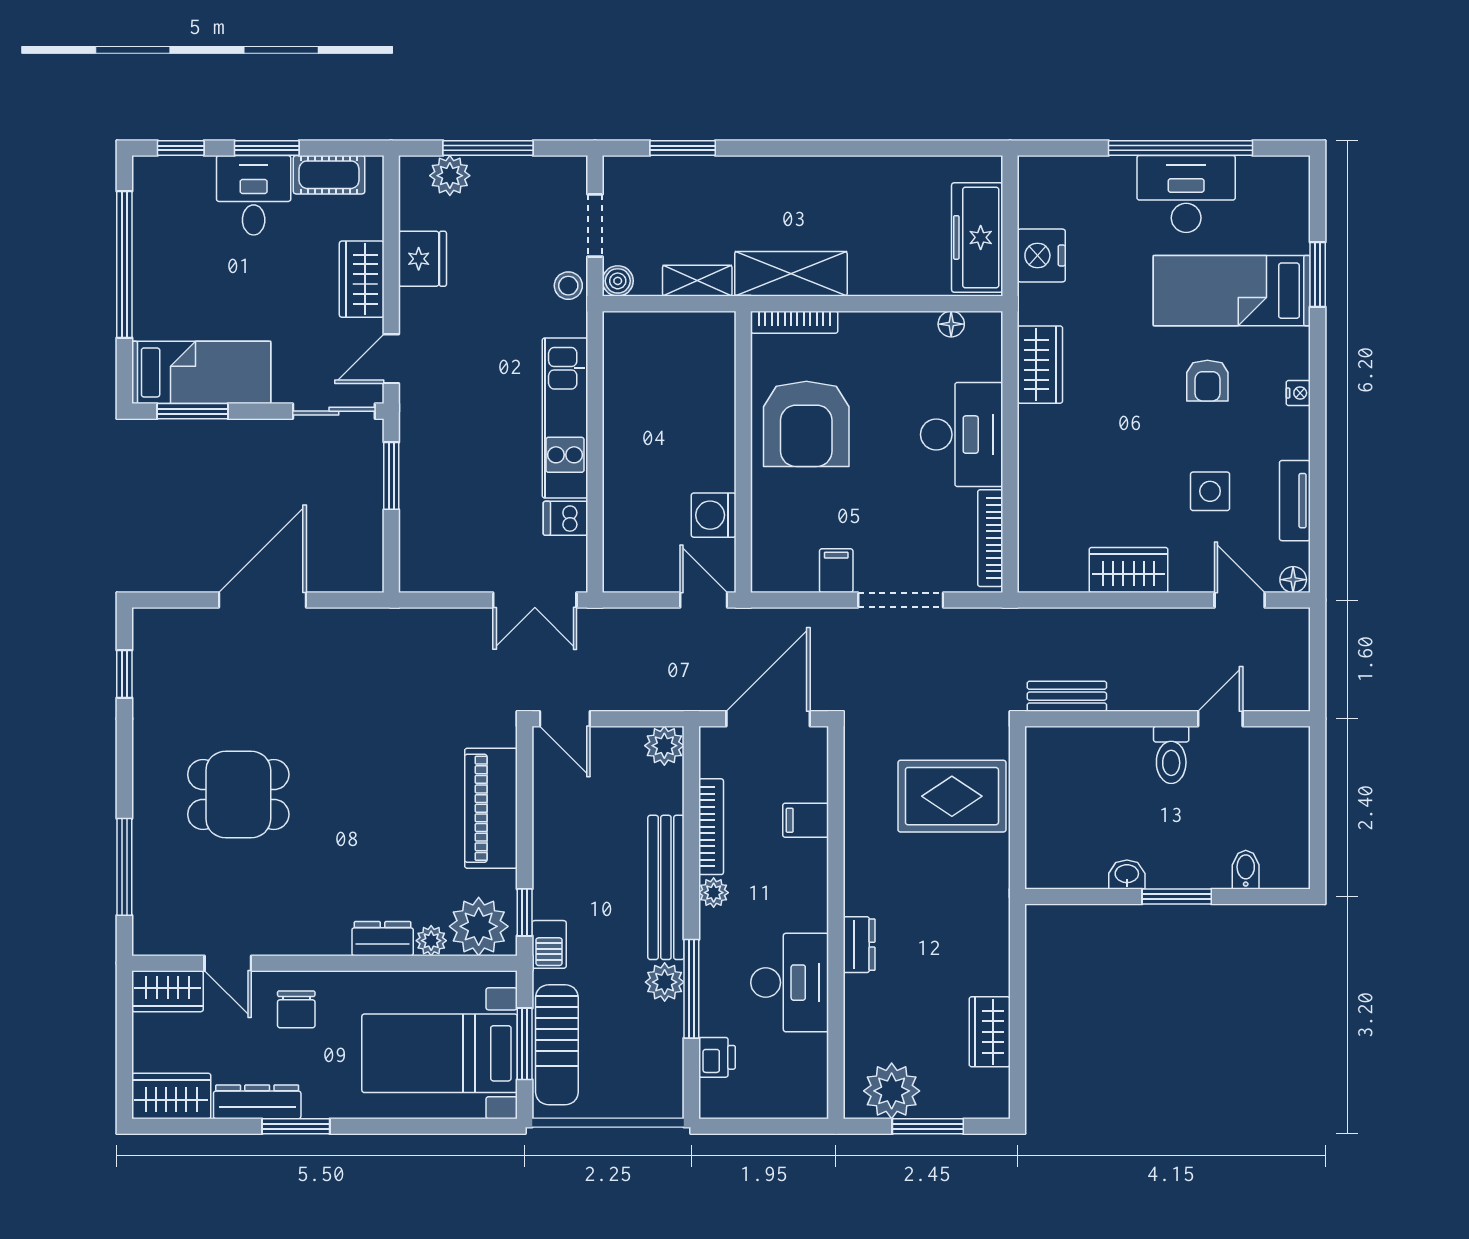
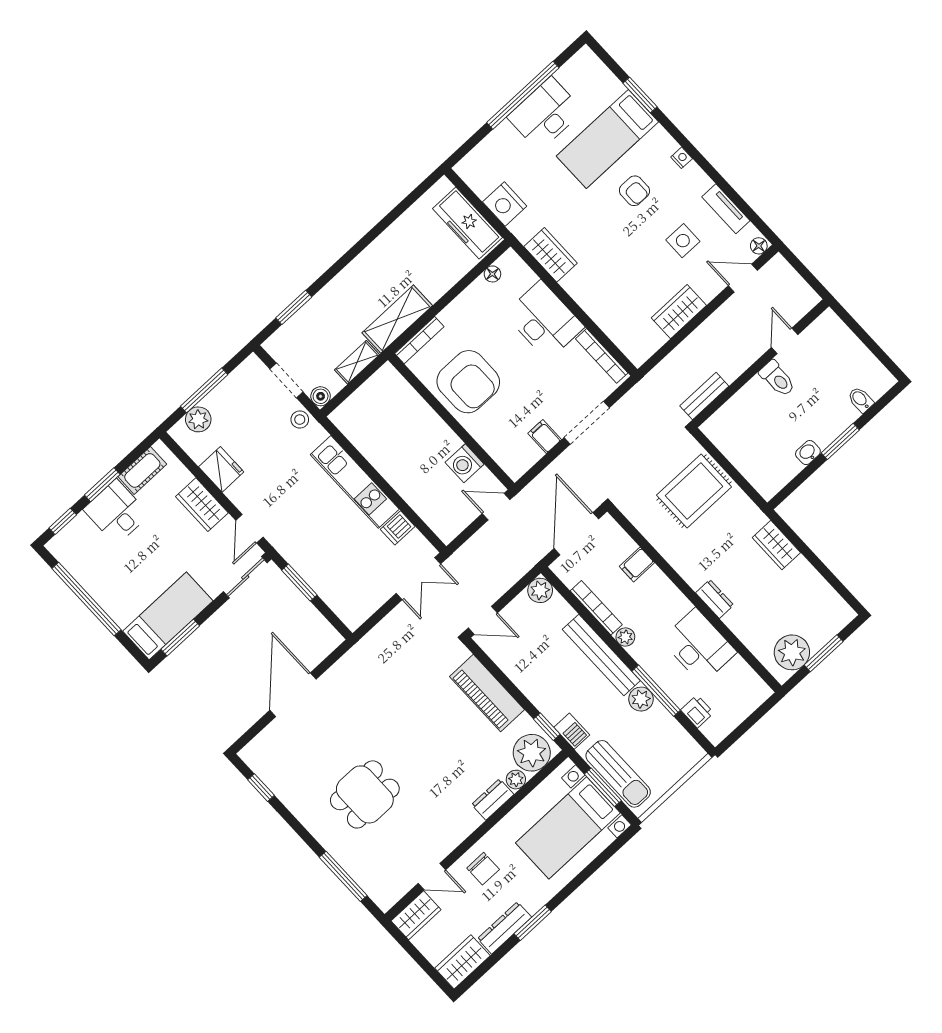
wardrobe: (990, 1032) -> (776, 545), moved

